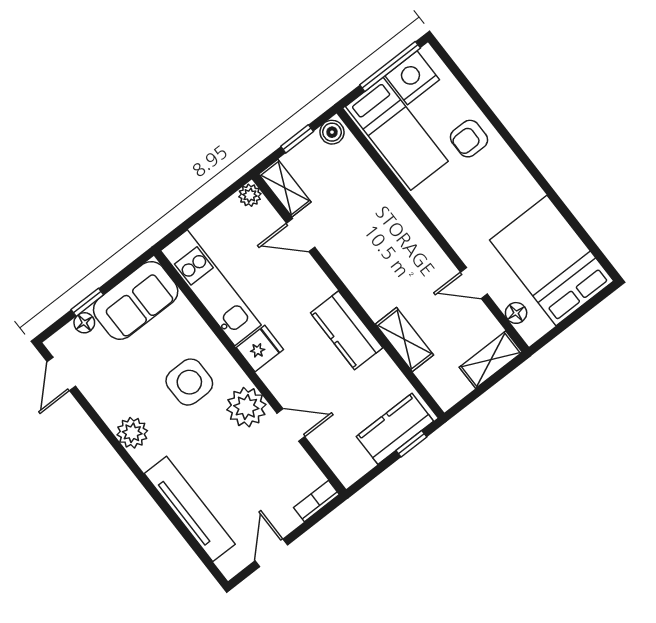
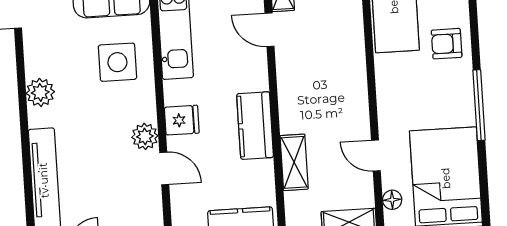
window: (536, 174) -> (479, 105), added
fridge: (260, 349) -> (182, 120), moved
side table: (189, 382) -> (117, 62), moved
plant: (246, 407) -> (145, 136), width x0.73, depth x0.73

